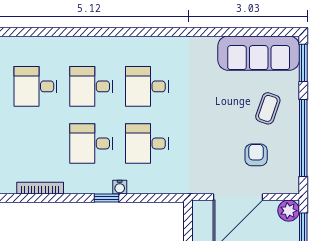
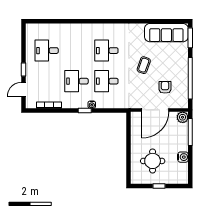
desk: (91, 86) -> (76, 51), removed
coffee table: (268, 108) -> (144, 65), moved

